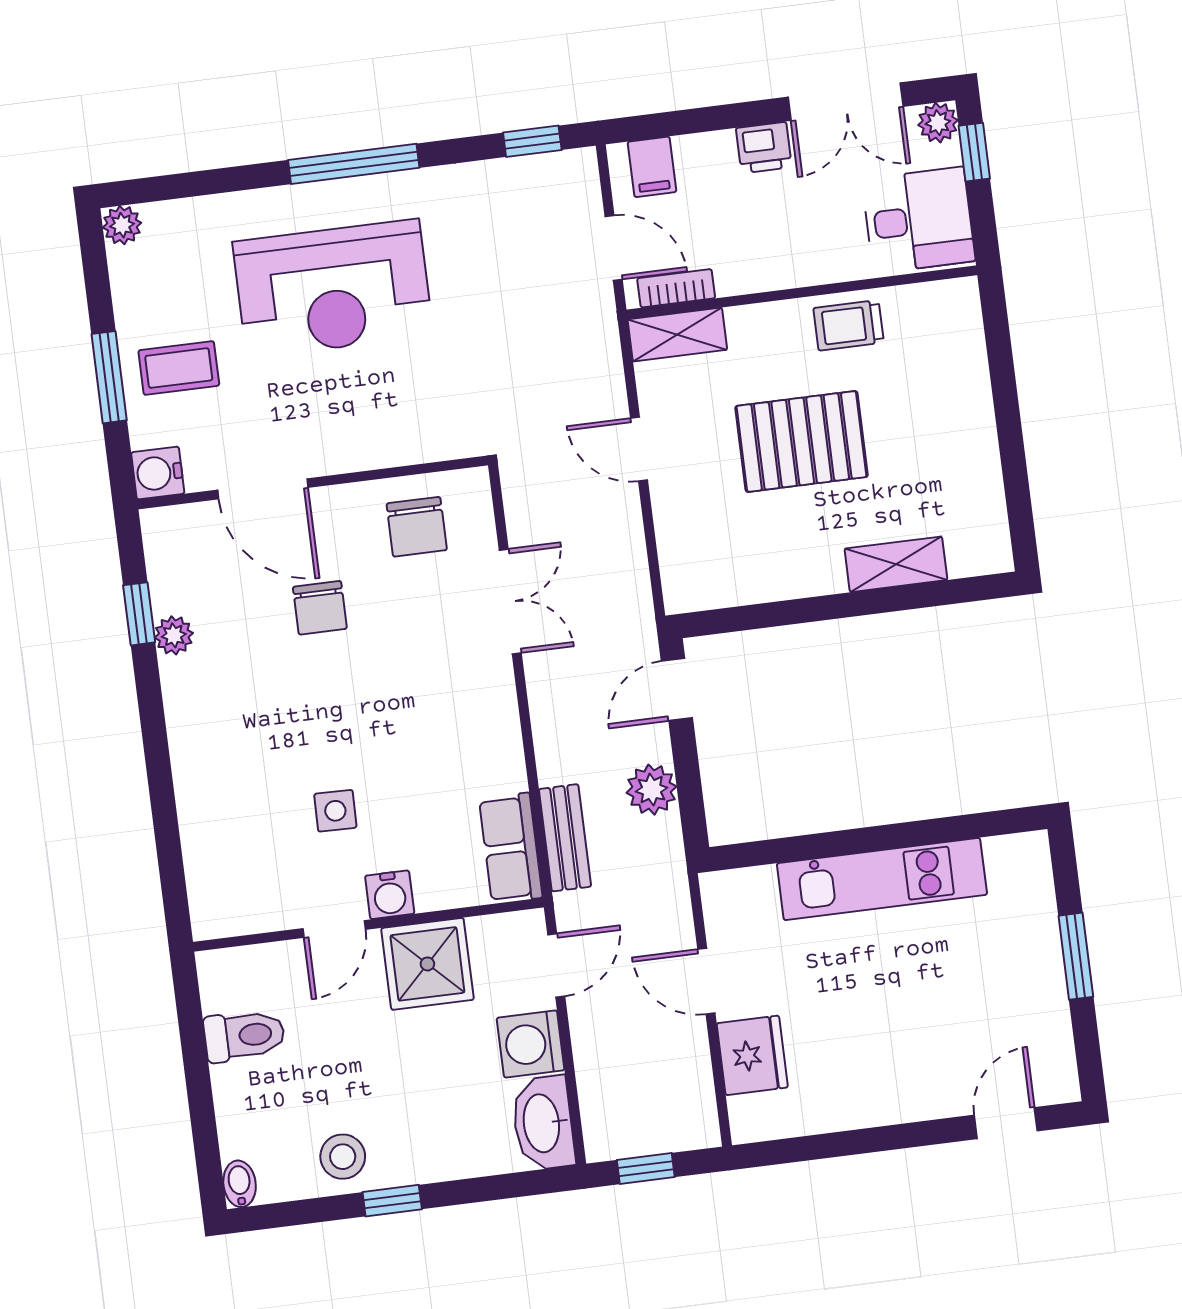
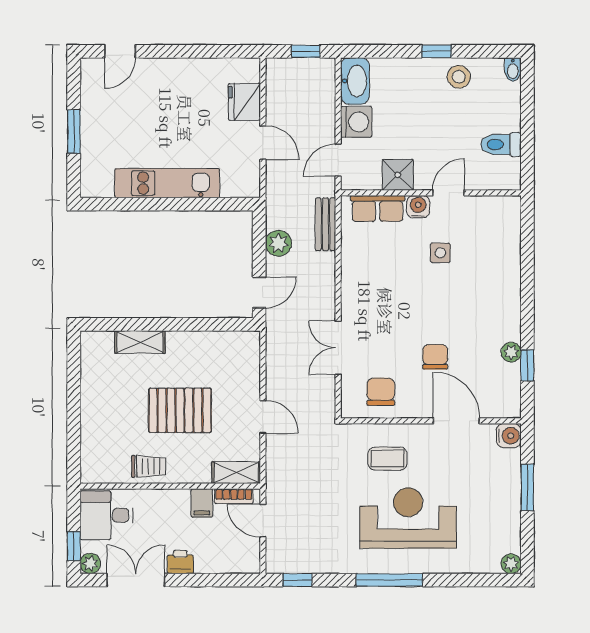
filing cabinet: (652, 167) -> (202, 503), moved, turned 180
coffee table: (179, 368) -> (388, 459), moved
row of seats: (511, 848) -> (378, 208), moved, turned 90
shower: (427, 964) -> (398, 175), width x0.73, depth x0.73

